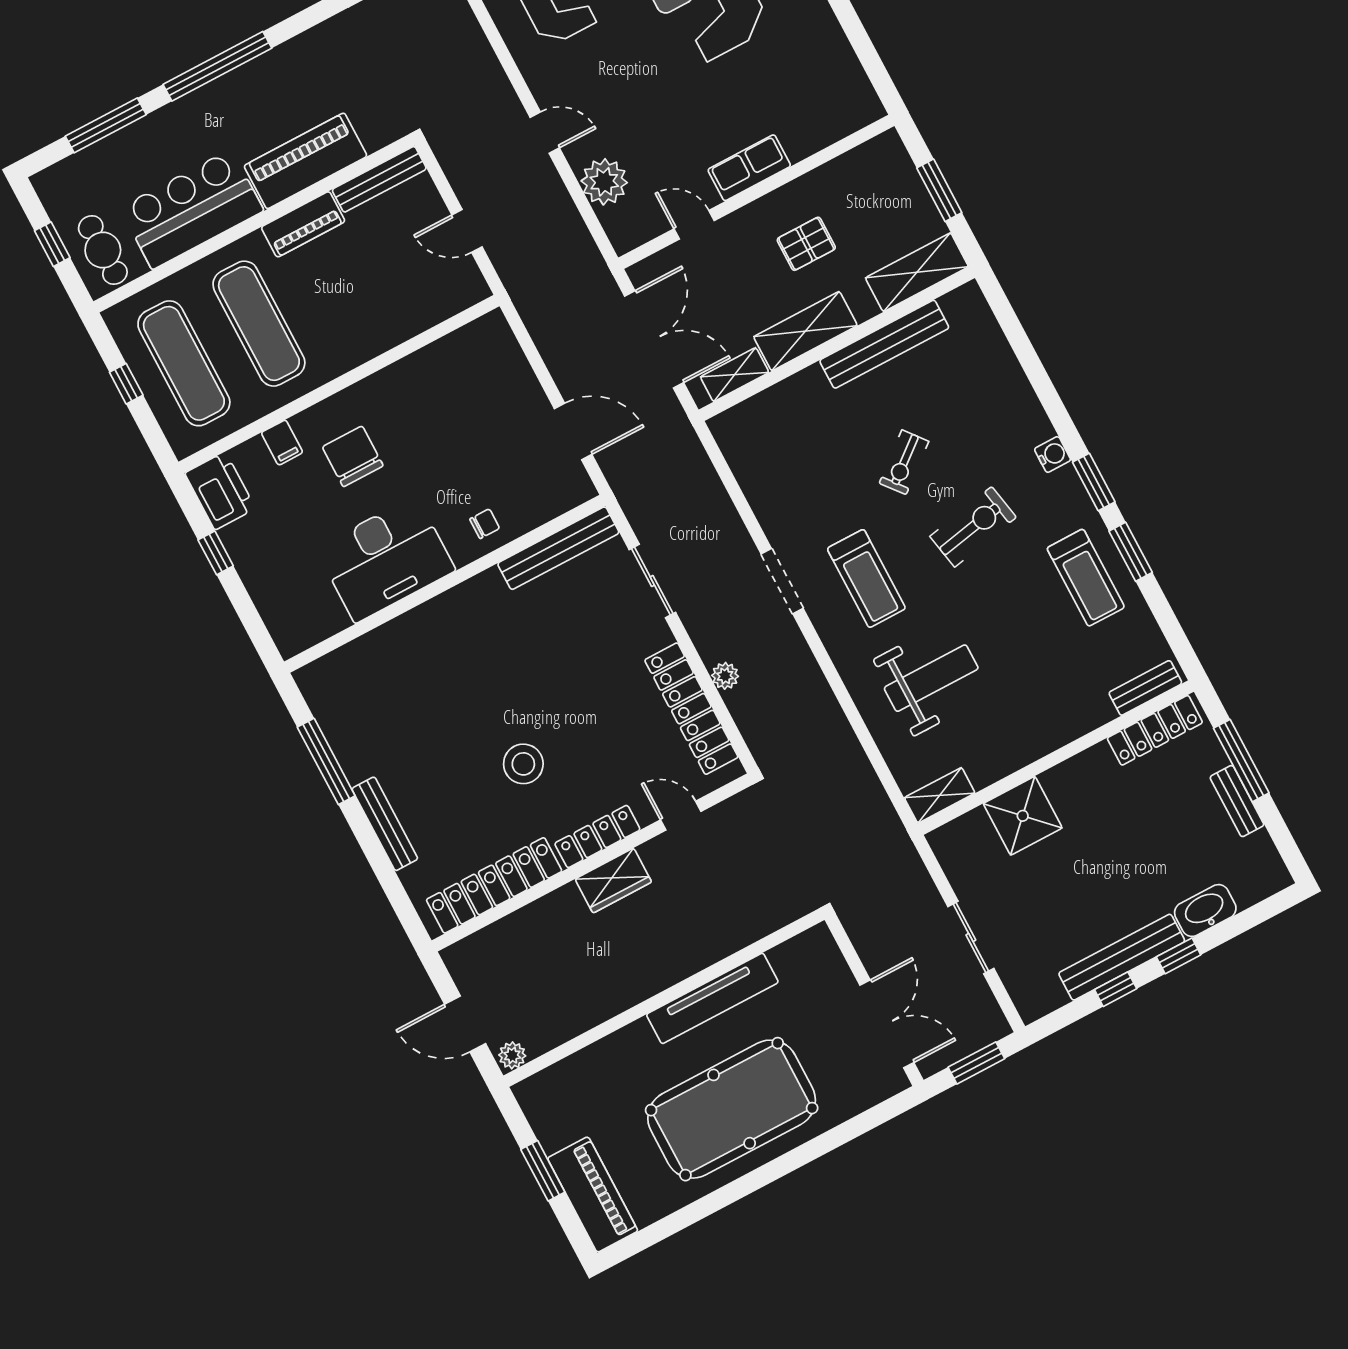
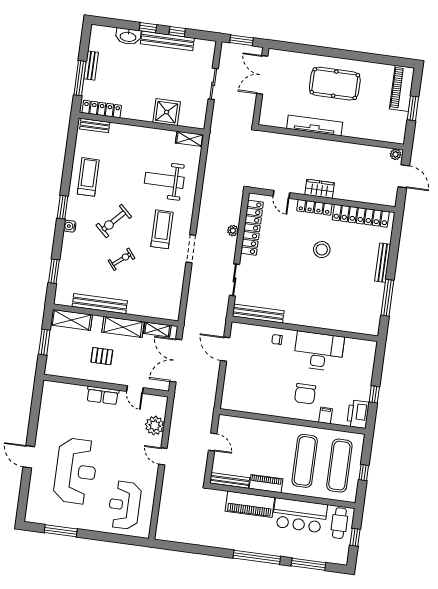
exercise bike: (973, 527) -> (114, 221), turned -36
window: (1131, 552) -> (54, 271), moved
pool table: (732, 1109) -> (335, 84), width x0.73, depth x0.76

